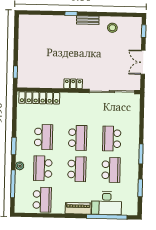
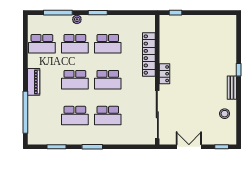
locker: (39, 98) -> (149, 55), moved
school desk: (112, 139) -> (108, 116), turned 180
school desk: (43, 168) -> (75, 44), turned 180
desk: (107, 203) -> (40, 112), removed

